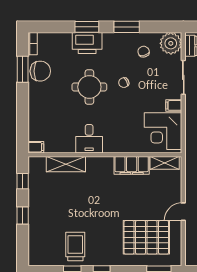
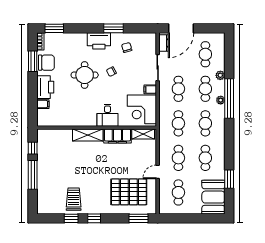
window: (87, 27) -> (54, 28), moved
printer: (87, 43) -> (99, 41), moved
plant: (171, 43) -> (148, 41), removed
printer: (39, 103) -> (45, 87), added
desk: (89, 139) -> (107, 115), moved
filing cabinet: (36, 147) -> (43, 104), moved
shelving: (66, 164) -> (88, 135), moved
window: (23, 215) -> (33, 175), width x2.17

